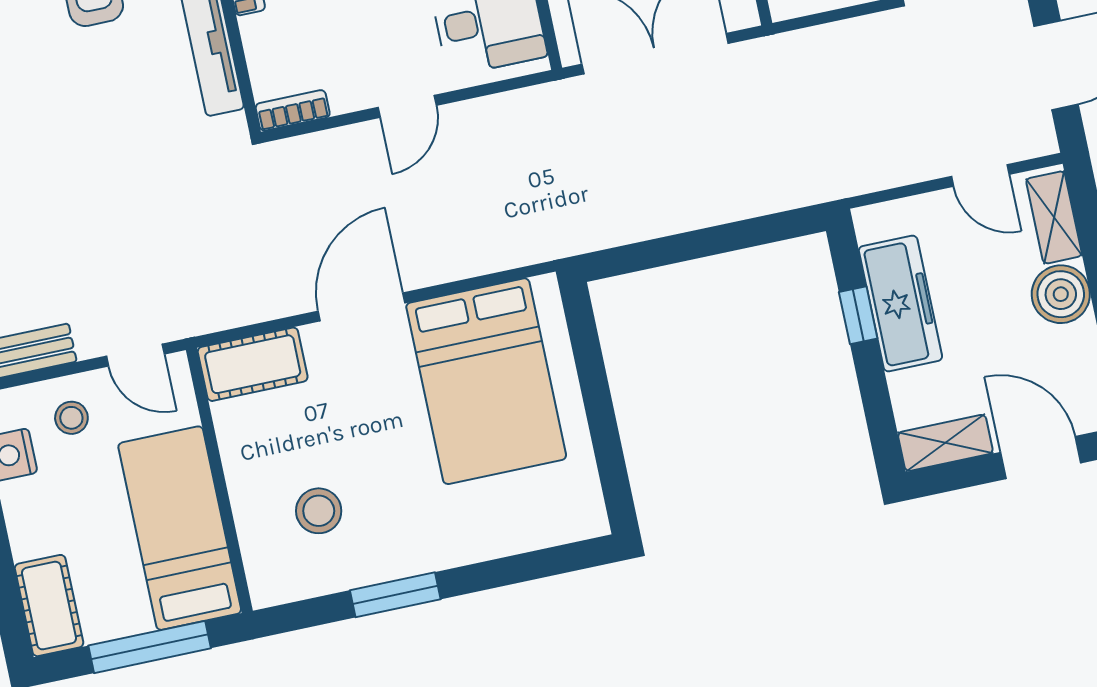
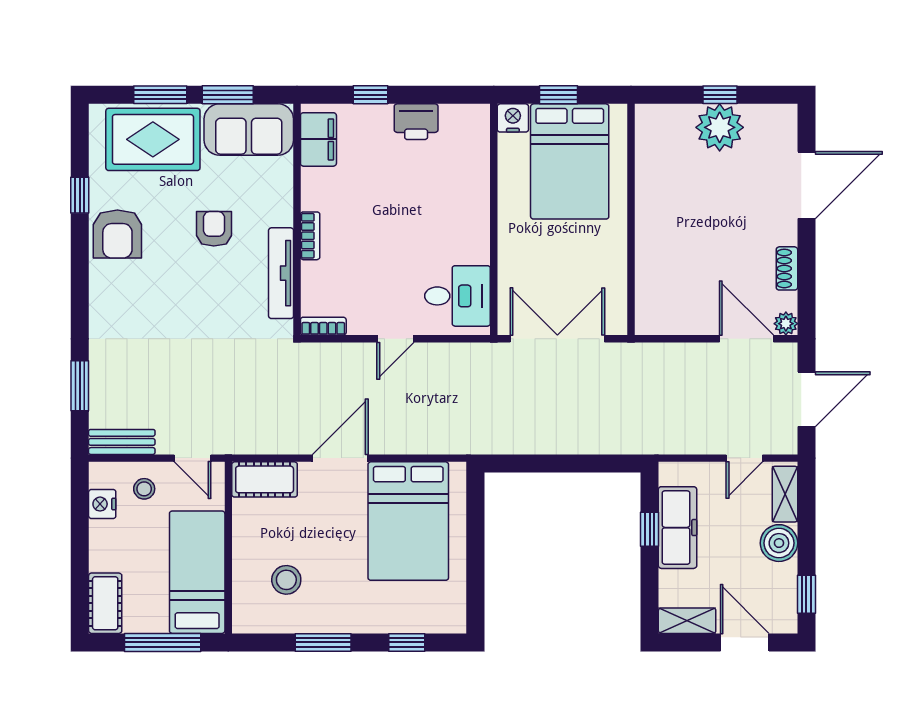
door: (980, 175) -> (744, 458), hinge flipped
window: (523, 568) -> (407, 642), added

